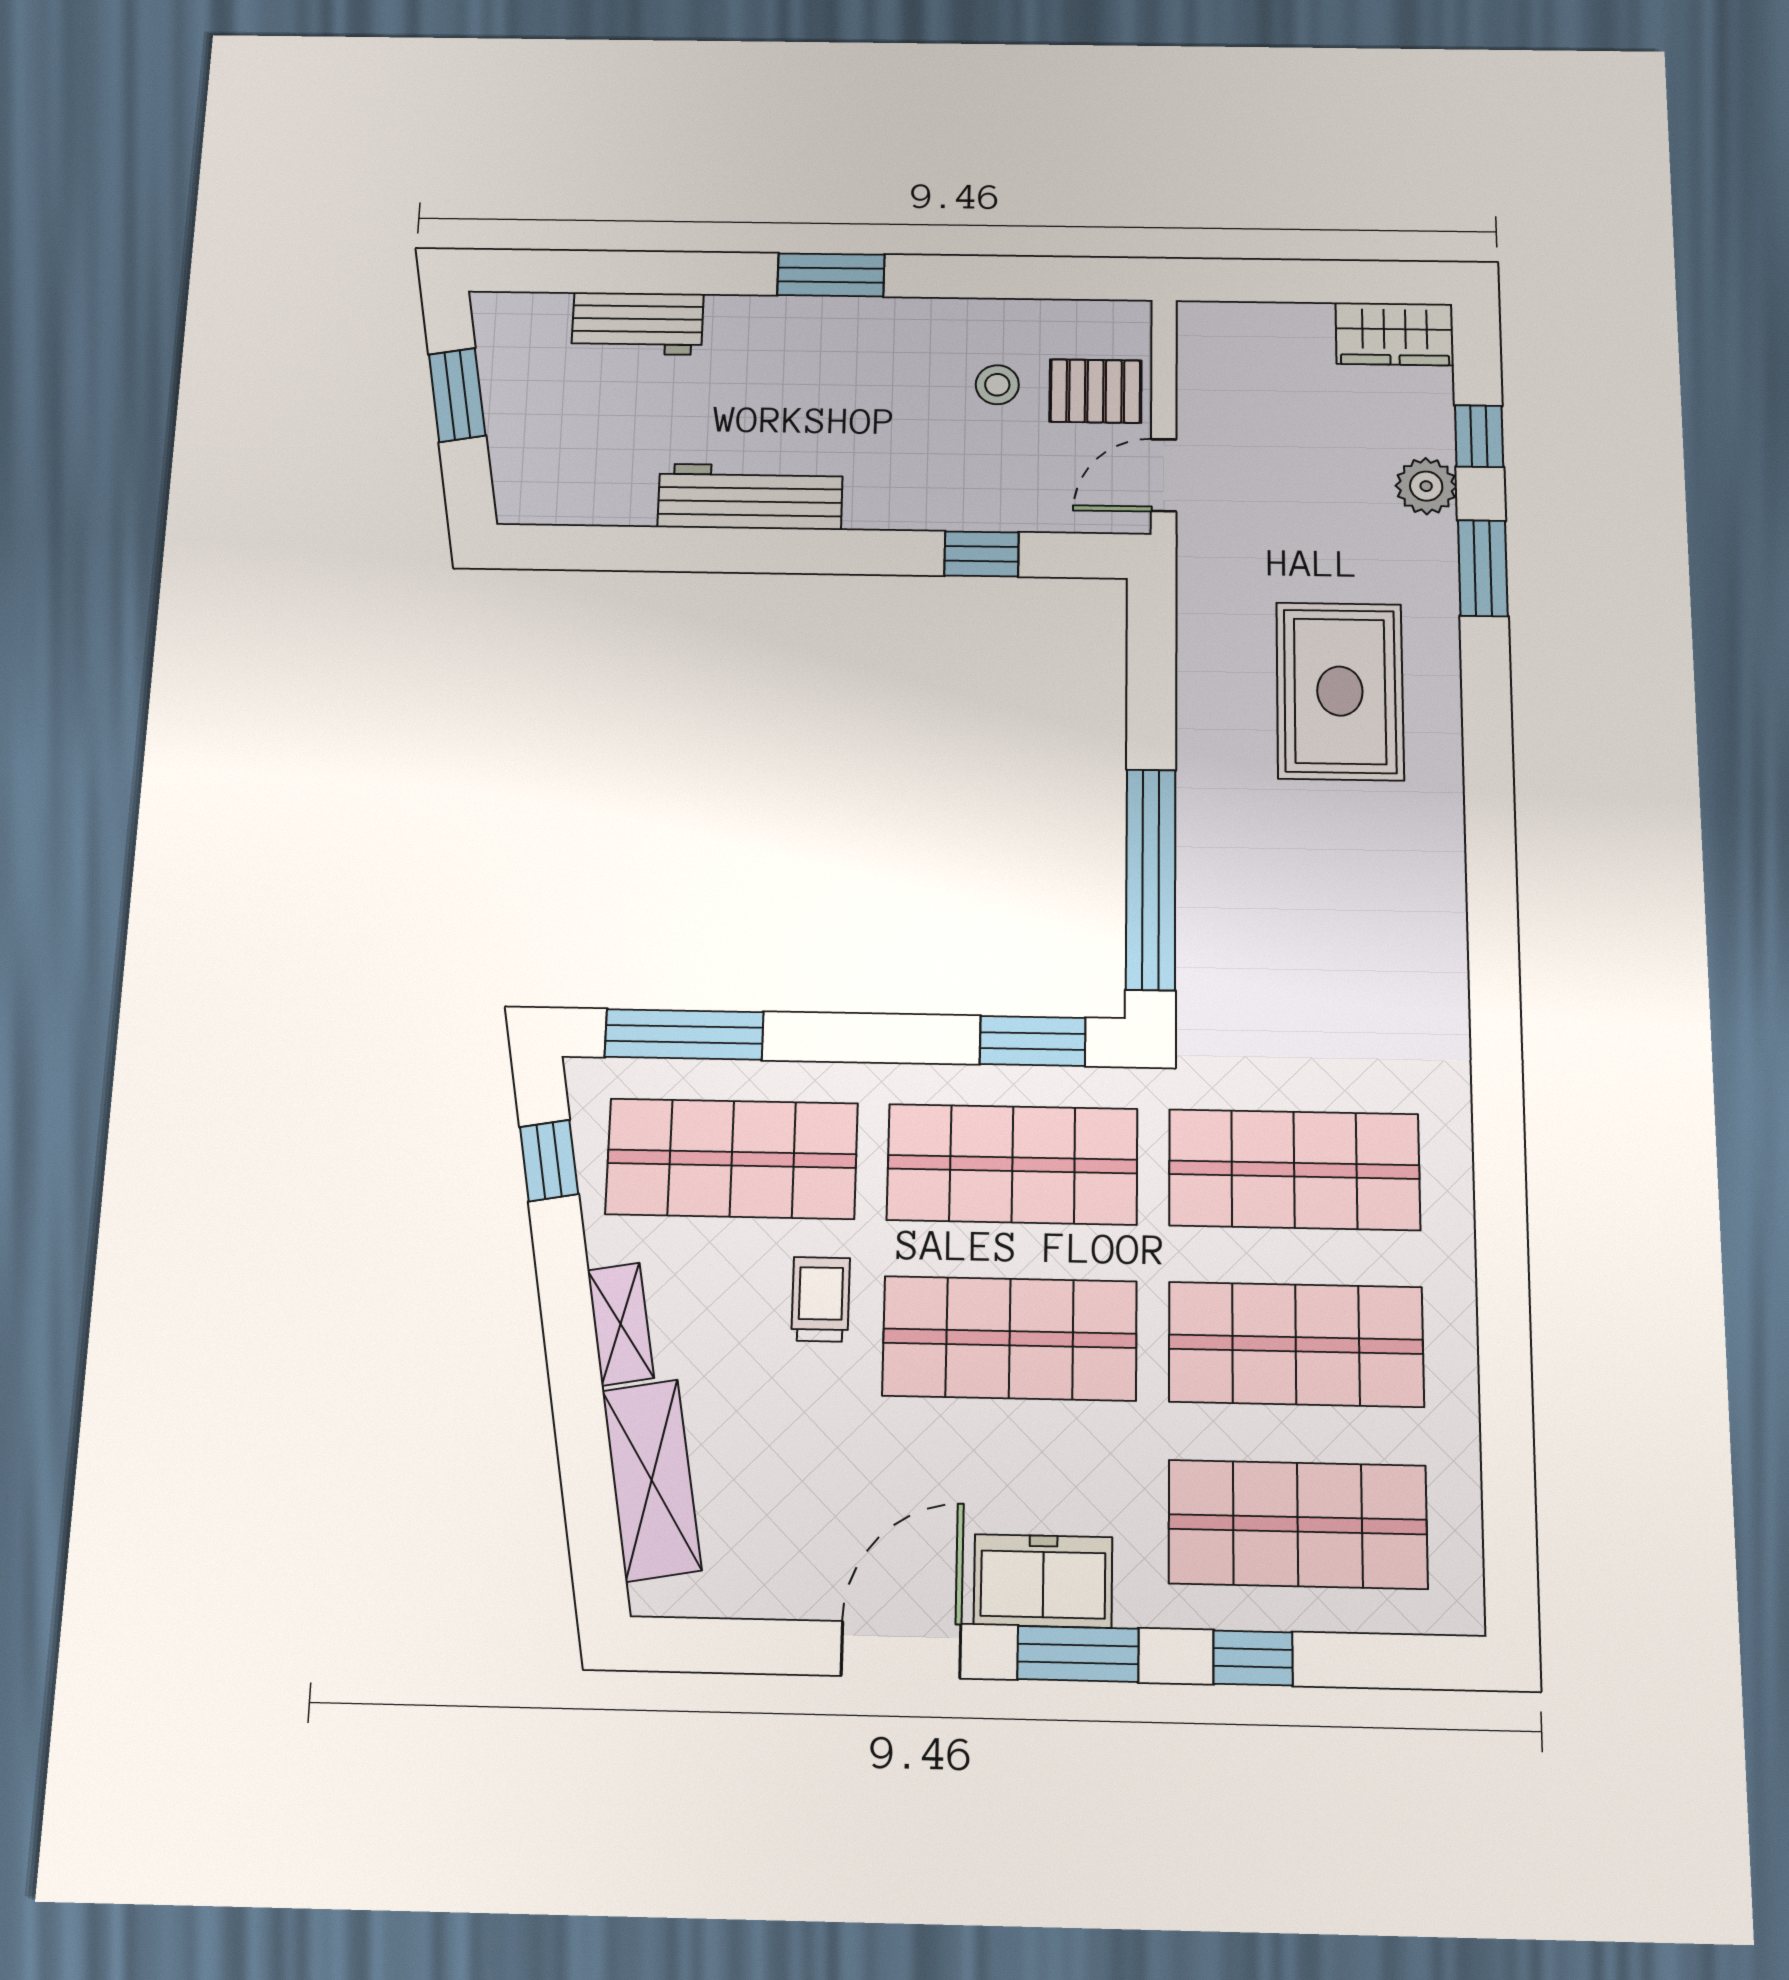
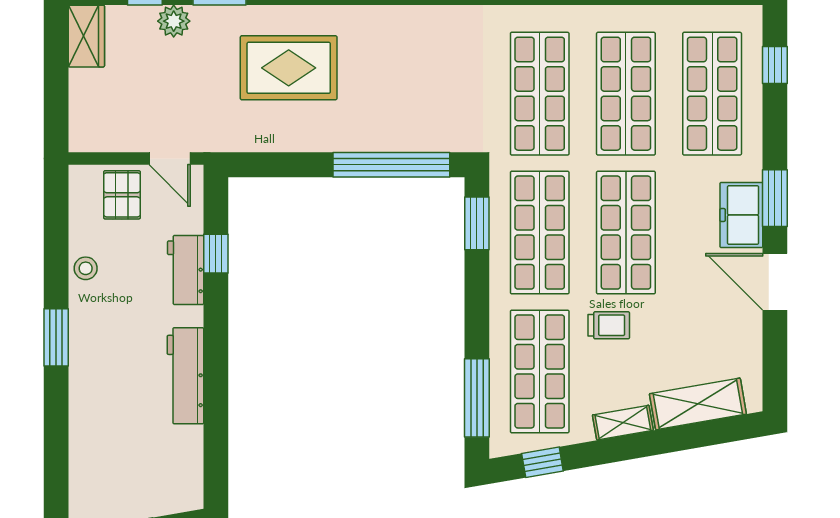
workbench: (638, 324) -> (186, 270), moved, turned 180
stool: (997, 385) -> (86, 268), moved
trolley: (821, 1299) -> (609, 325), turned 180
window: (1253, 1658) -> (775, 65), moved

